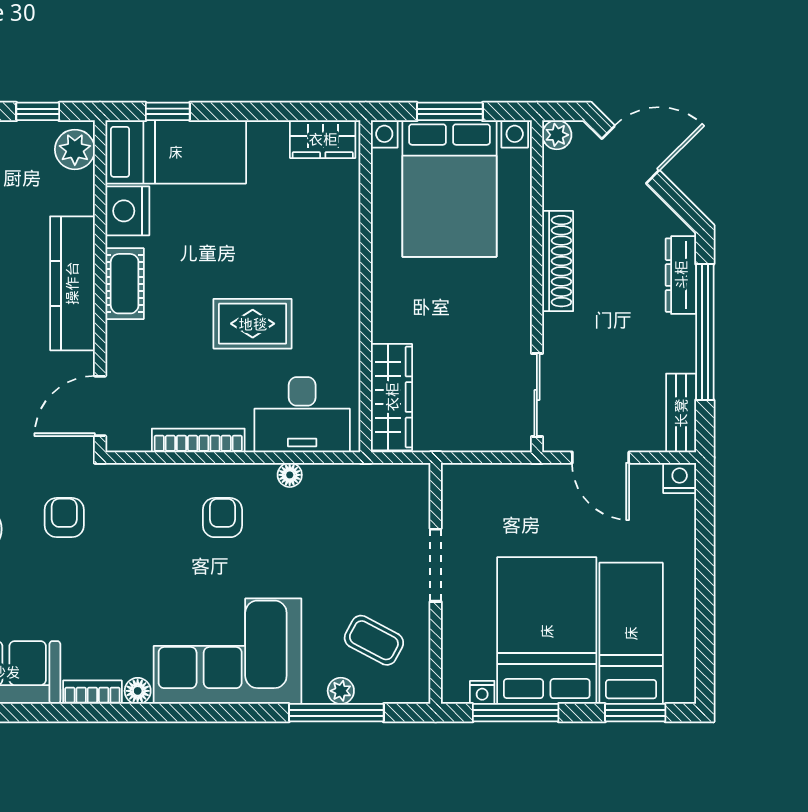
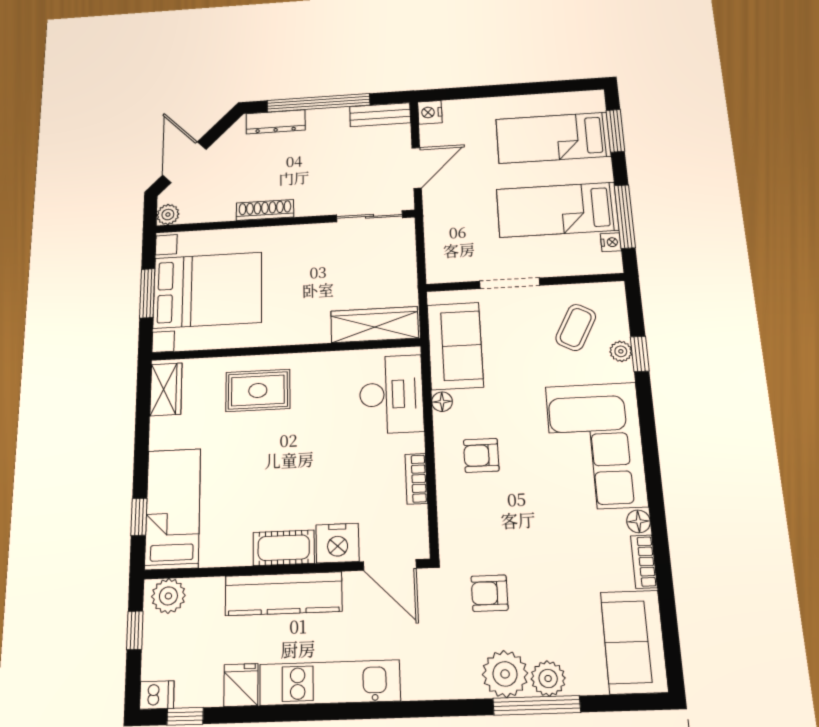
nightstand: (127, 211) -> (338, 543), moved
shoe rack: (558, 261) -> (265, 210), width x0.74, depth x0.81
rug: (253, 324) -> (258, 390), moved, turned 90
bookcase: (198, 440) -> (416, 479), width x0.64
sofa: (359, 494) -> (455, 346), added
bed: (547, 631) -> (557, 210), width x0.67
window: (336, 713) -> (640, 354), width x0.46

